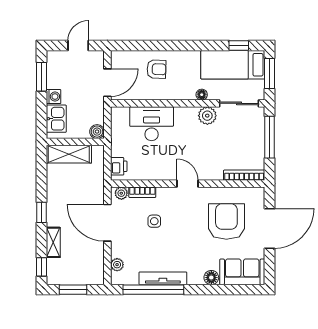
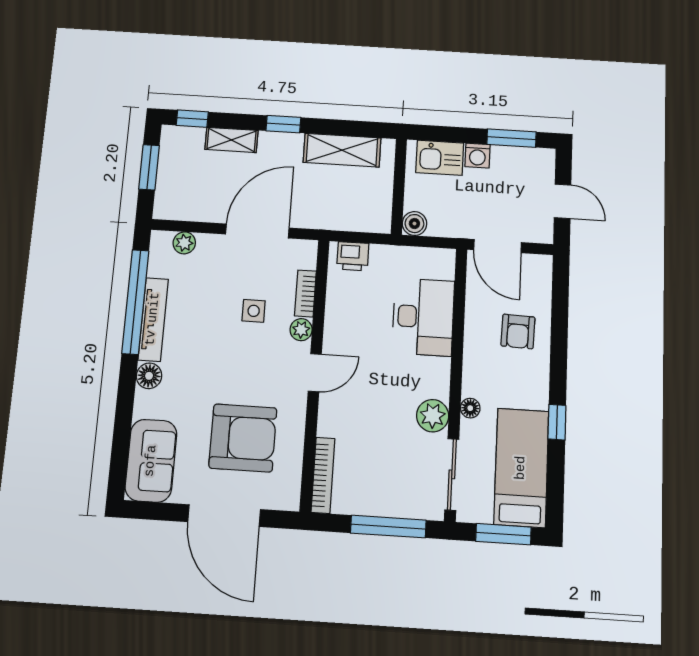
window: (239, 46) -> (557, 422), moved
shelving: (69, 154) -> (342, 150), moved, turned 90
plant: (121, 193) -> (301, 330), moved
floor lamp: (211, 278) -> (149, 376), moved

